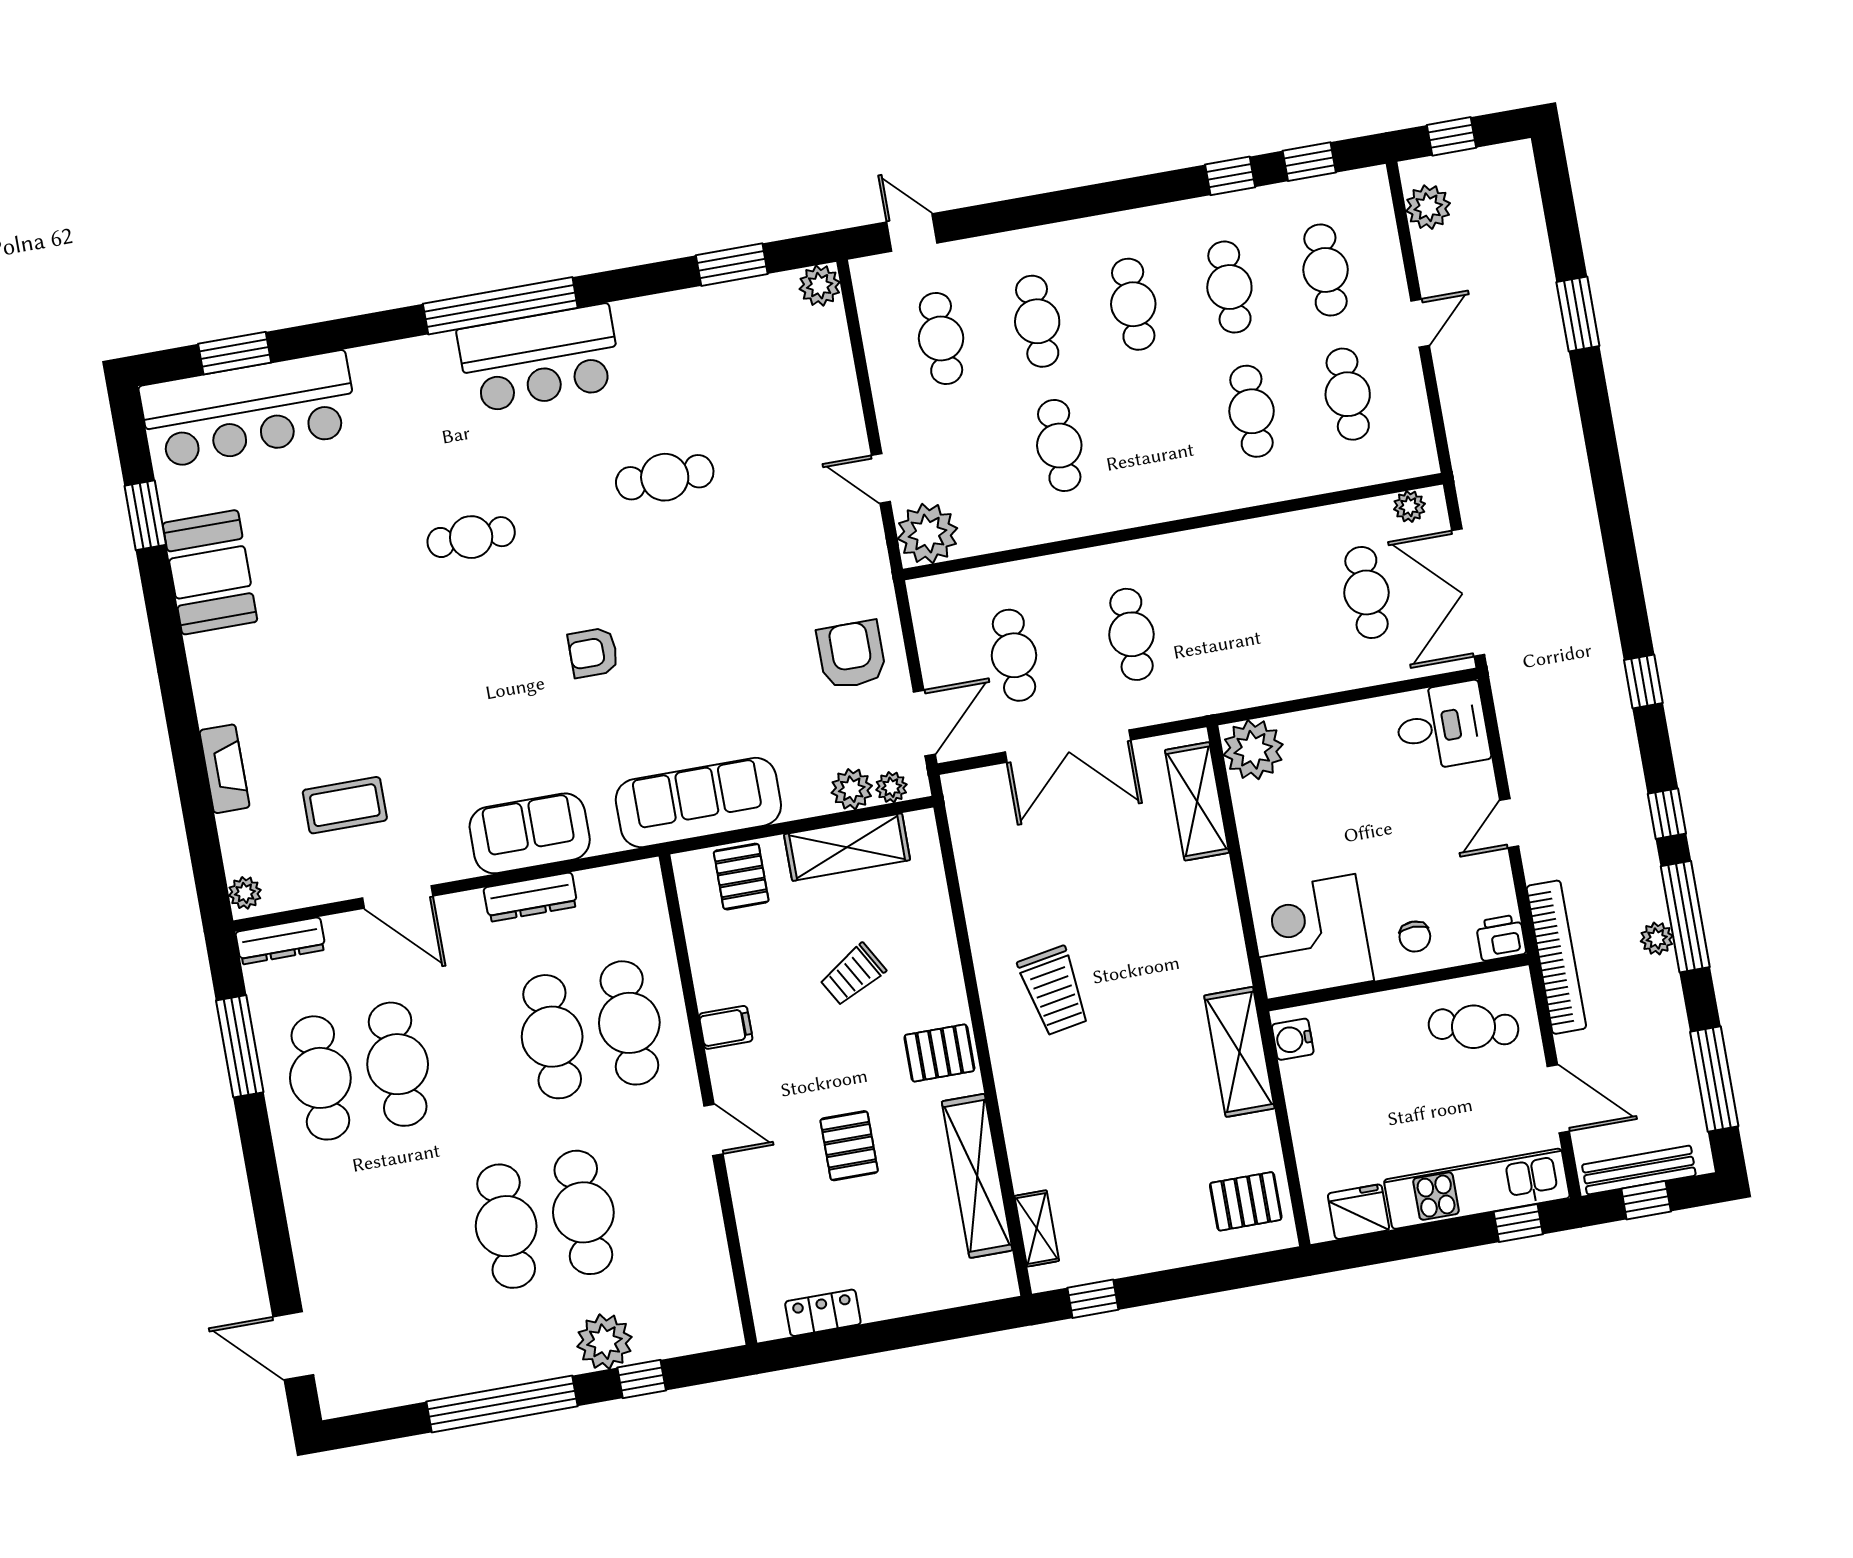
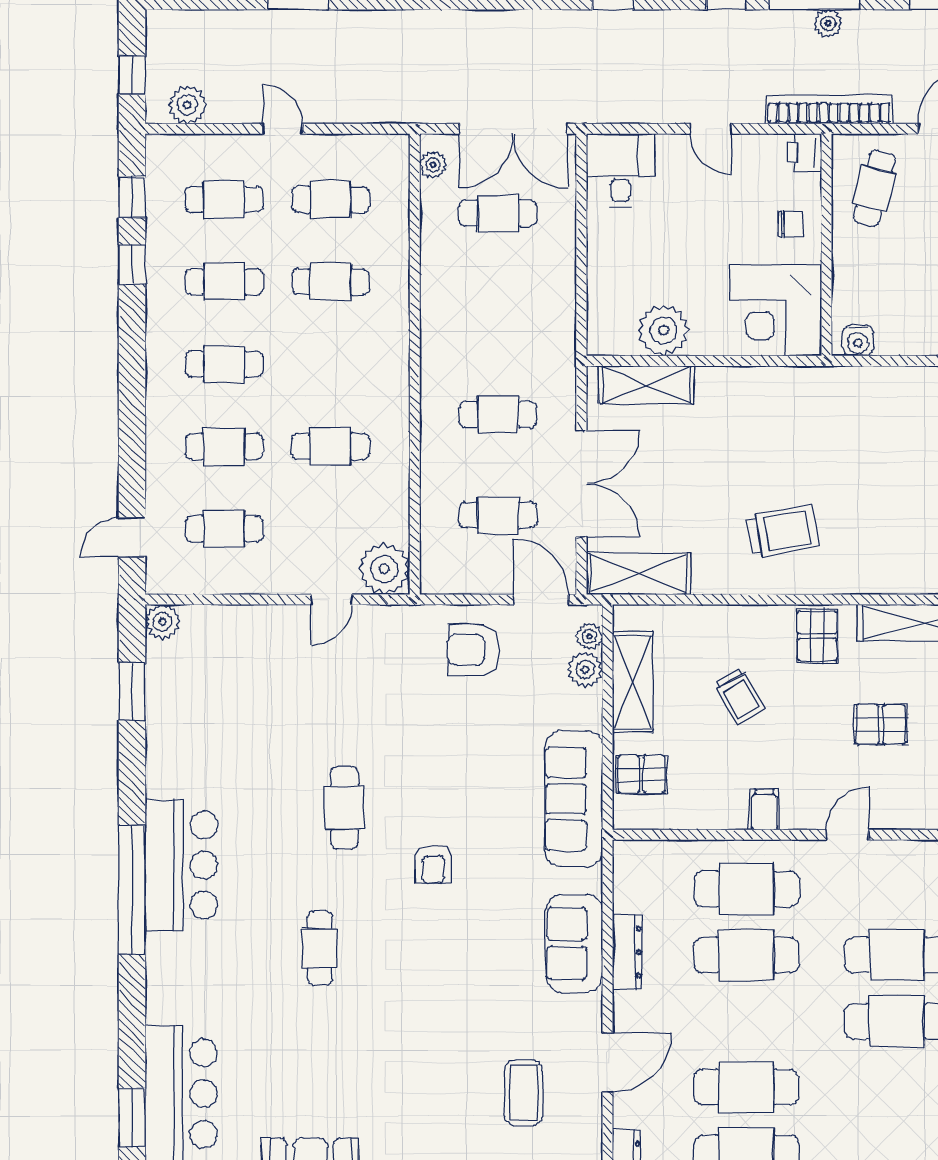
cafe table: (665, 477) -> (344, 808), moved
plant: (1253, 750) -> (664, 330), moved
shelving: (1239, 1052) -> (638, 574), moved

